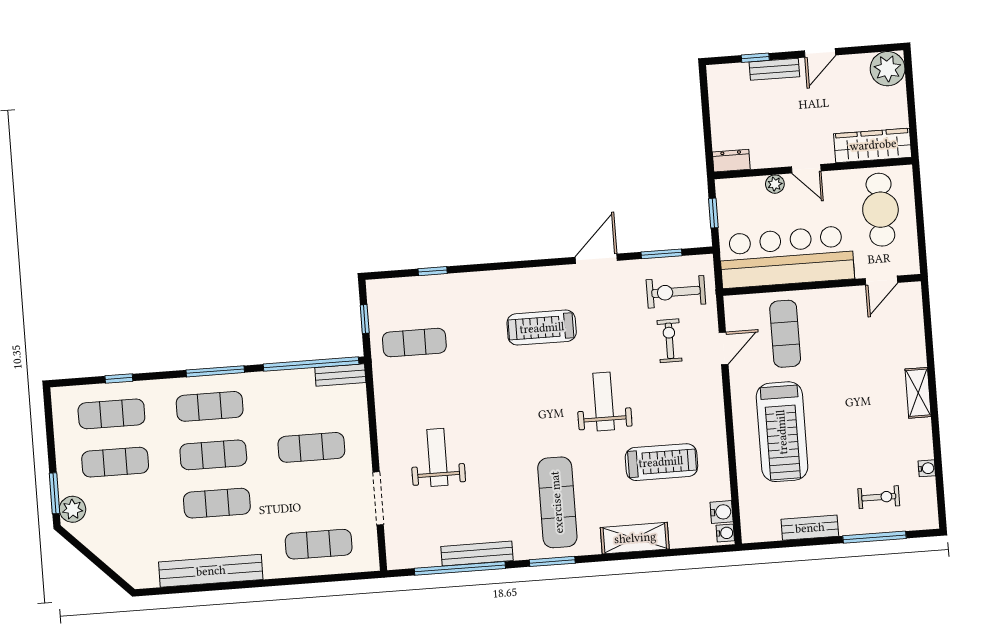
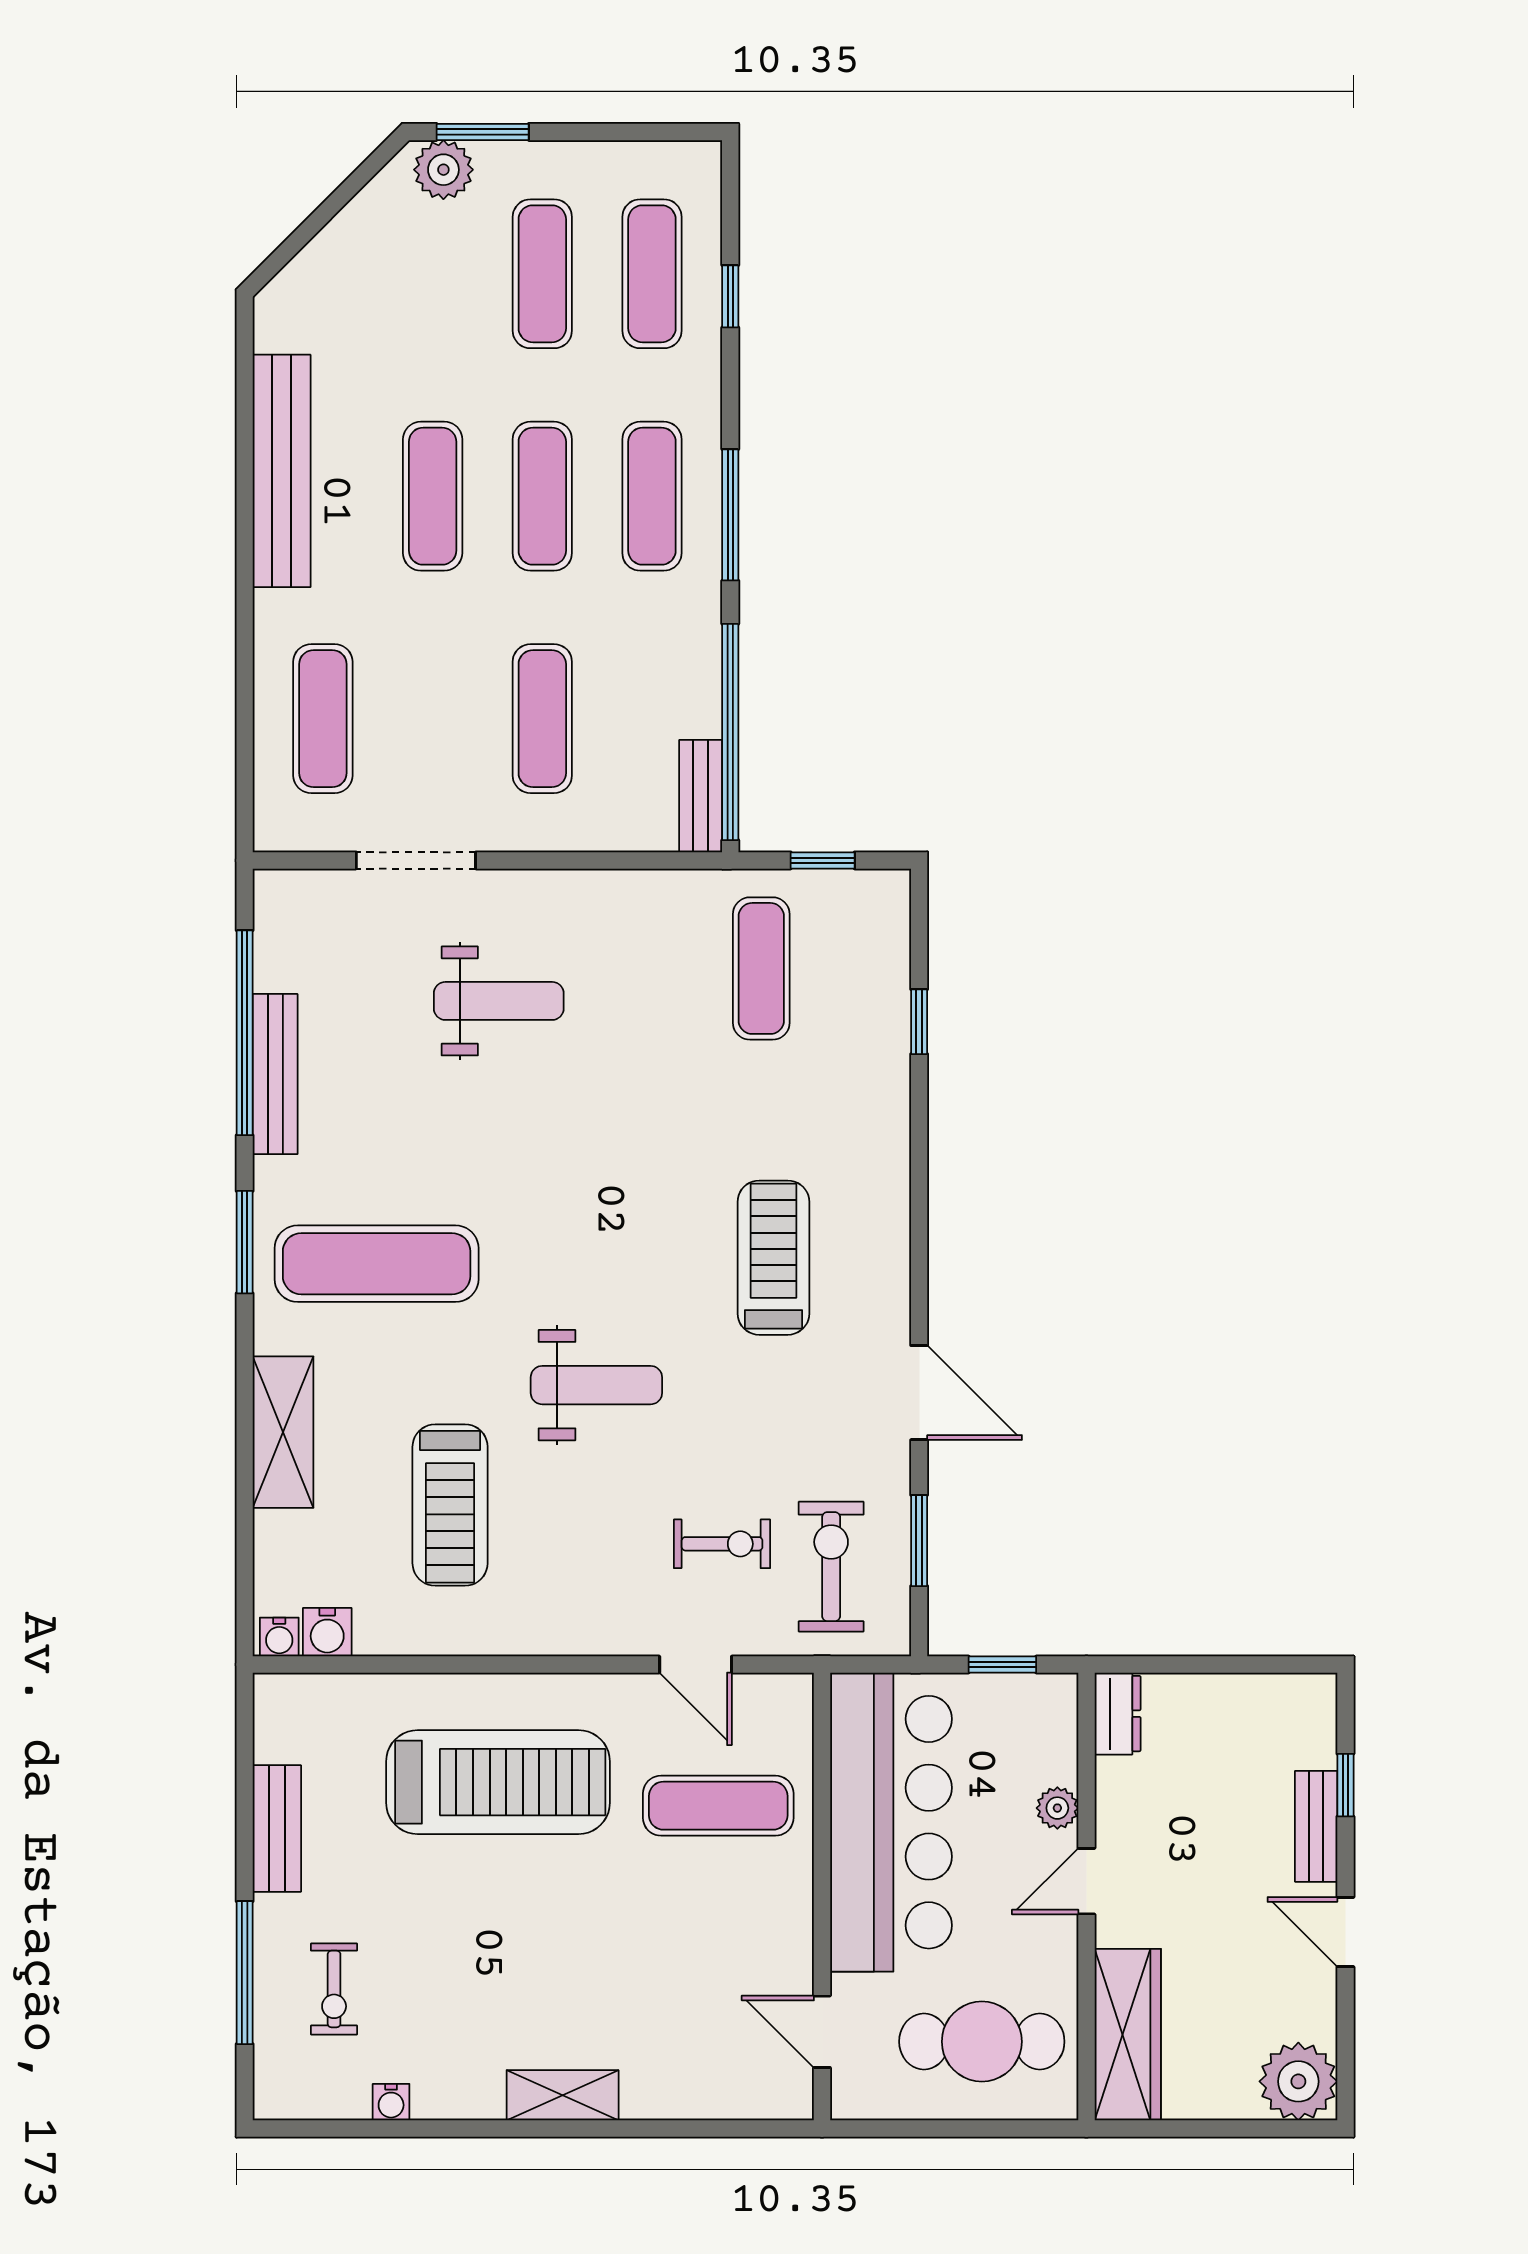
treadmill: (782, 432) -> (498, 1782), turned 180

